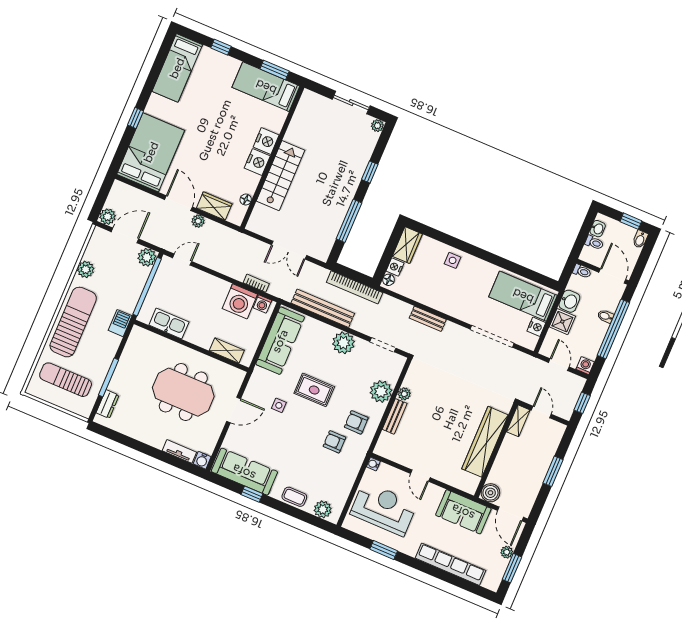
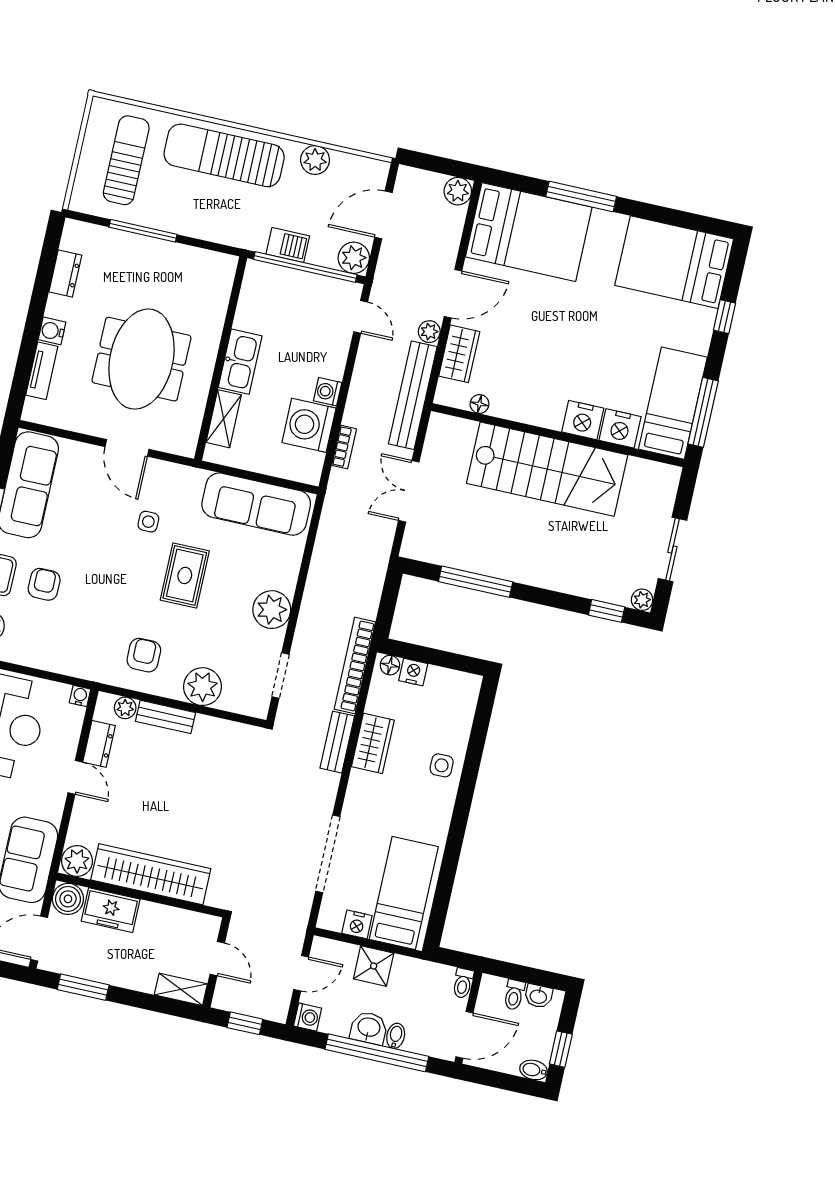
bed: (177, 68) -> (674, 262), width x1.50
window: (275, 70) -> (703, 412), width x1.44
window: (135, 118) -> (581, 196), width x2.17
nightstand: (257, 162) -> (620, 428), moved
window: (370, 172) -> (607, 611), moved
stairs: (281, 176) -> (547, 469), width x1.36, depth x1.51
plant: (108, 217) -> (458, 191), moved
door: (125, 235) -> (383, 215), swing flipped
wardrobe: (407, 245) -> (373, 743), moved, turned -90
bookcase: (355, 287) -> (355, 665), moved
washbasin: (569, 301) -> (369, 1028), moved, turned 180
washing machine: (262, 304) -> (328, 392), moved
bench: (323, 308) -> (413, 395), moved
sun lounger: (73, 322) -> (224, 155), turned 180
barbecue: (120, 323) -> (288, 245), moved
kitchen sink: (169, 324) -> (240, 362), moved
plant: (404, 394) -> (125, 708), moved
dresser: (108, 404) -> (65, 273), moved, turned -90
door: (541, 412) -> (217, 959), hinge flipped
shelving: (518, 421) -> (181, 989), moved
armchair: (334, 442) -> (44, 584), moved
dresser: (403, 458) -> (99, 744), added
water cooler: (202, 460) -> (52, 331), moved
freezer: (502, 469) -> (111, 910), added
window: (553, 471) -> (83, 987), moved
door: (420, 476) -> (75, 777), swing flipped
plant: (469, 483) -> (77, 861), added

